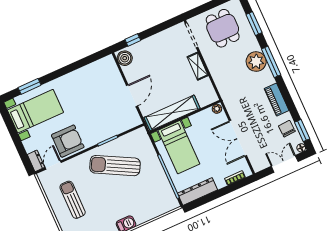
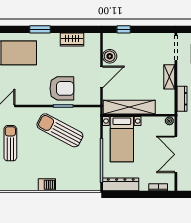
boiler: (125, 58) -> (110, 56), moved
wardrobe: (87, 72) -> (72, 40), added
dresser: (220, 82) -> (182, 99), added
window: (30, 86) -> (40, 29), moved
armchair: (68, 141) -> (62, 88), moved

